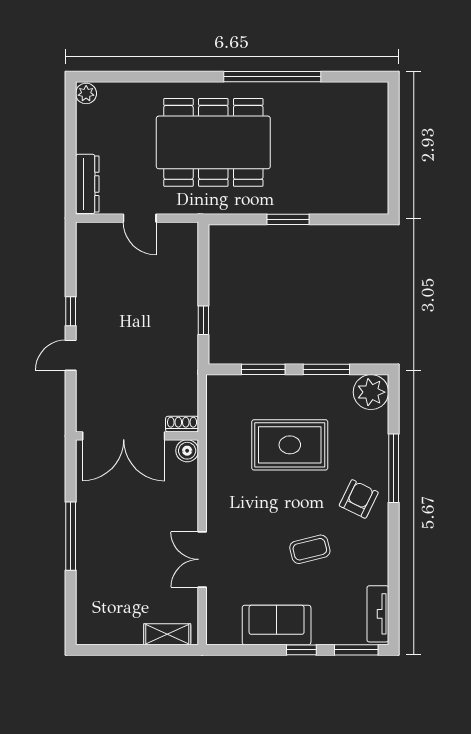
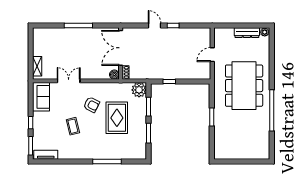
dresser: (87, 184) -> (247, 33), moved
plant: (371, 392) -> (139, 90), moved
armchair: (359, 499) -> (91, 105), moved
sofa: (277, 625) -> (41, 97), moved

